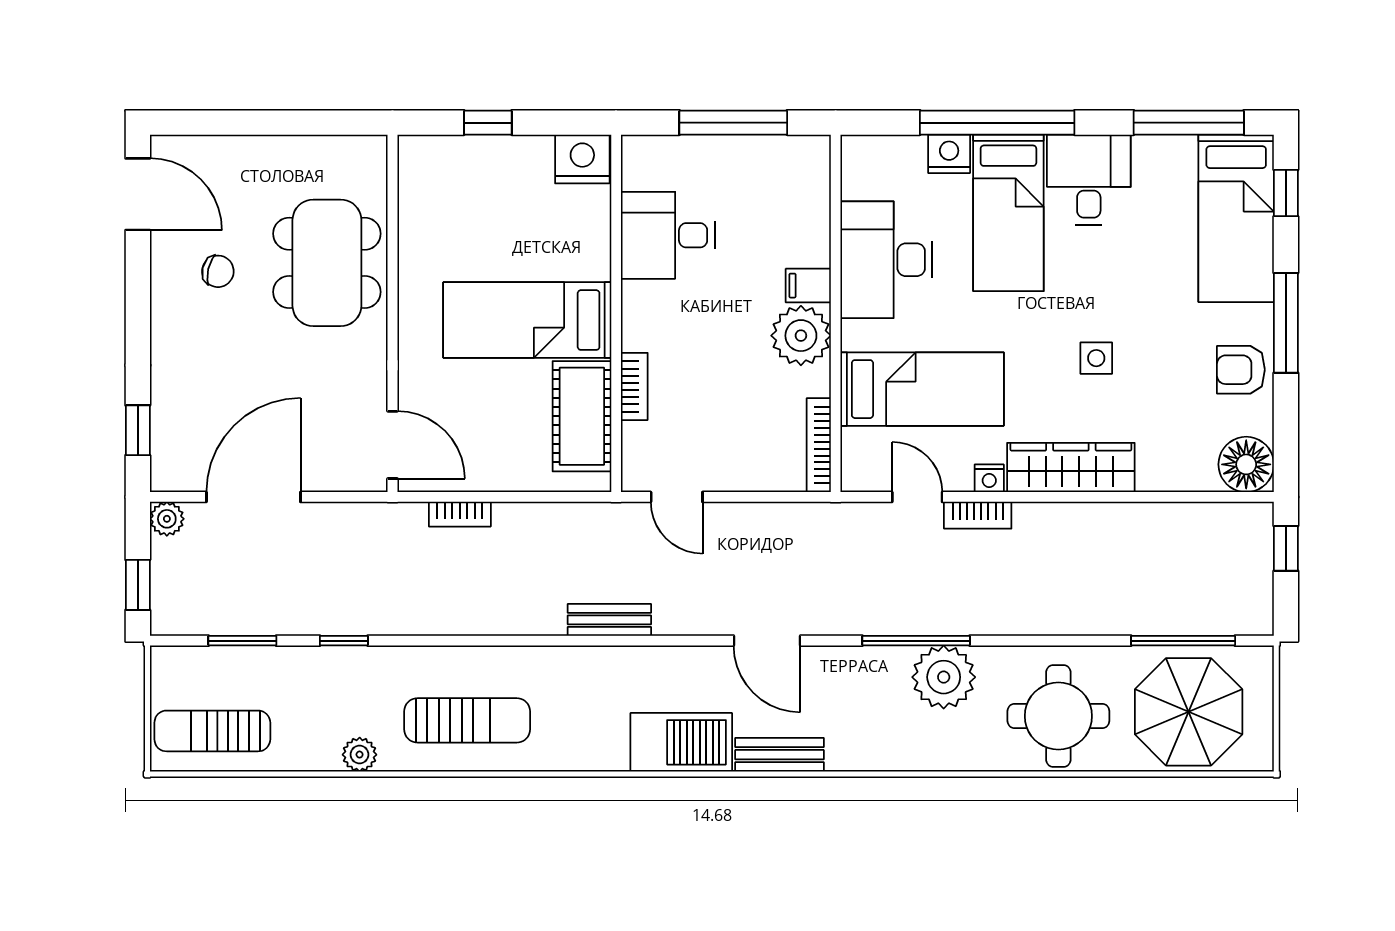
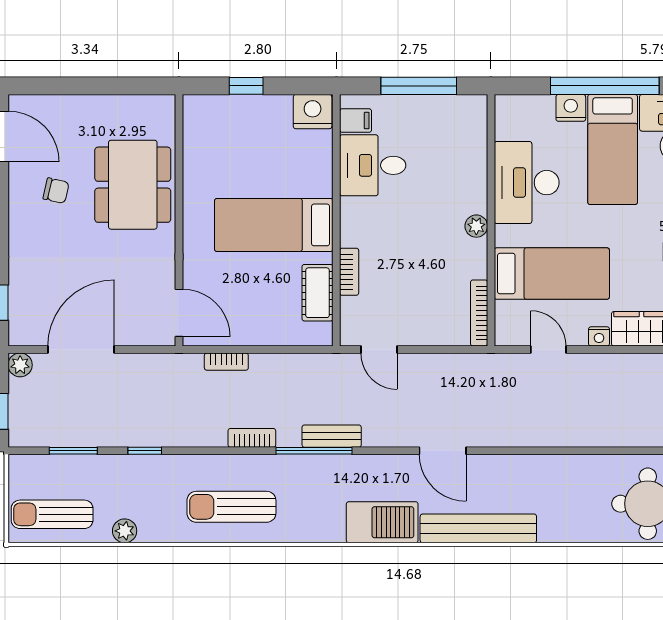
filing cabinet: (808, 286) -> (356, 121), moved, turned 180
plant: (801, 336) -> (476, 226), width x0.53, depth x0.53
cot: (582, 416) -> (318, 293), width x0.73, depth x0.75
bookcase: (978, 515) -> (252, 438), moved, turned 180
window: (916, 641) -> (314, 451), moved
plant: (944, 677) -> (567, 476), removed
sun lounger: (467, 720) -> (231, 507), turned 180
plant: (360, 755) -> (125, 531), moved
bench: (780, 755) -> (478, 528), width x1.86, depth x1.21

